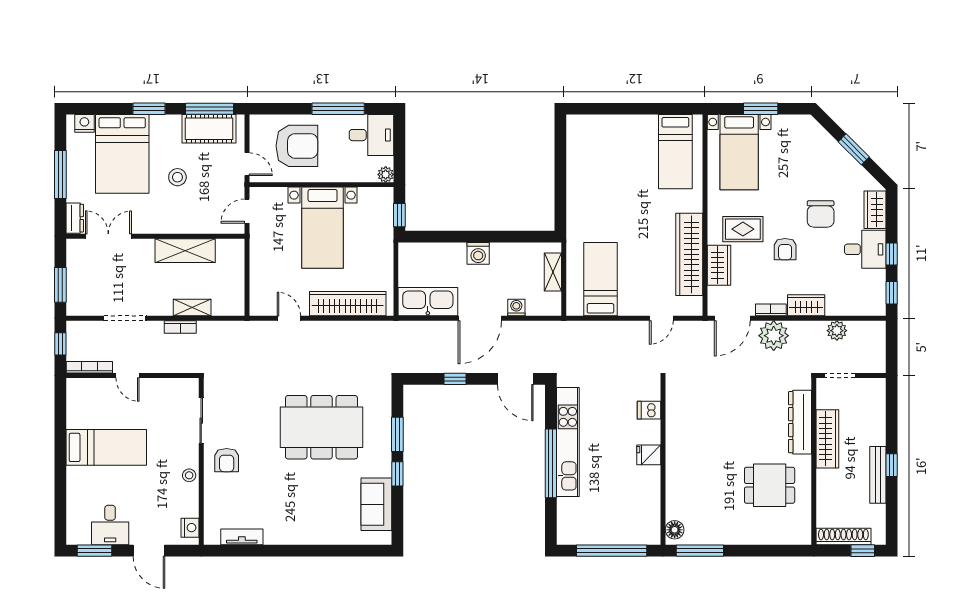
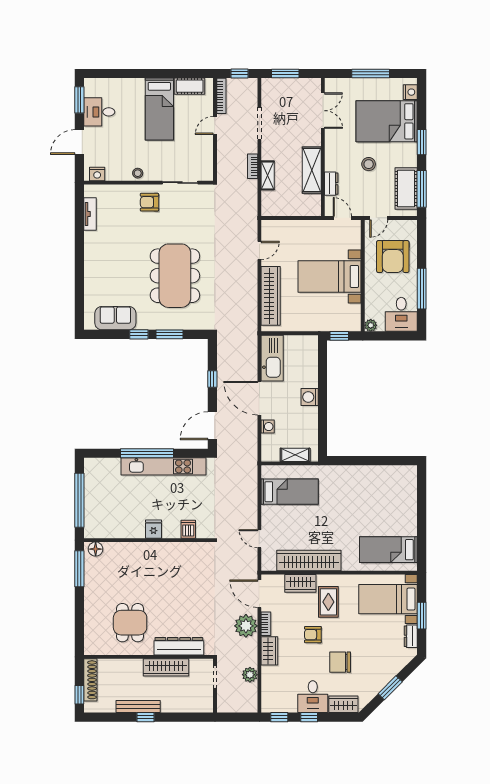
dresser: (787, 123) -> (411, 636), added
dresser: (75, 218) -> (331, 184), moved, turned -90
cot: (77, 408) -> (190, 86), added

